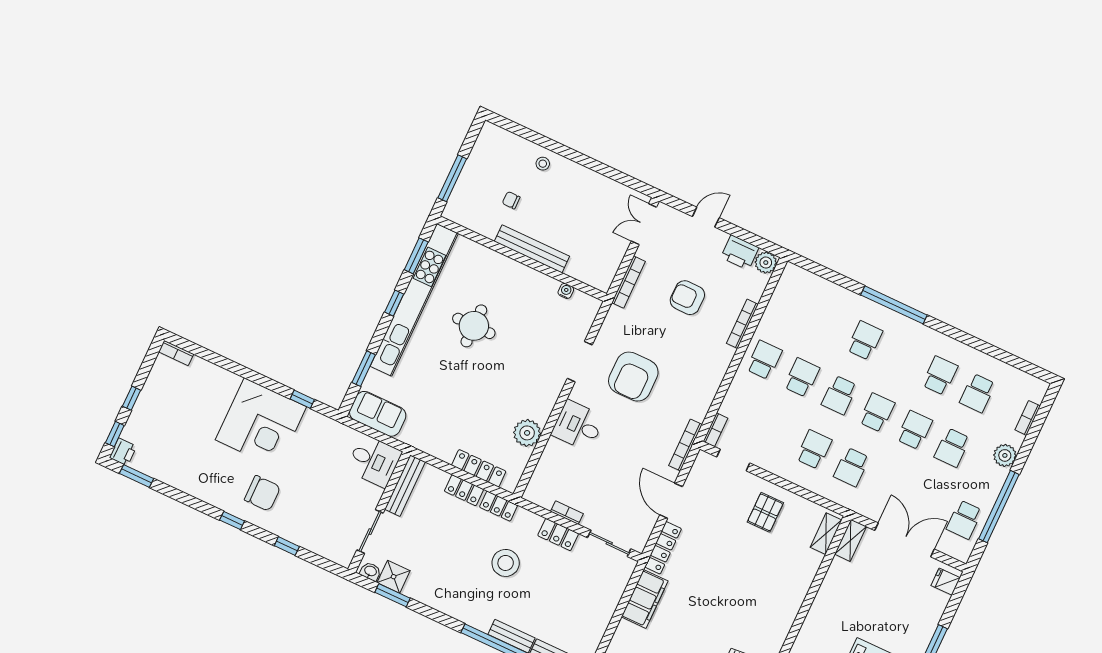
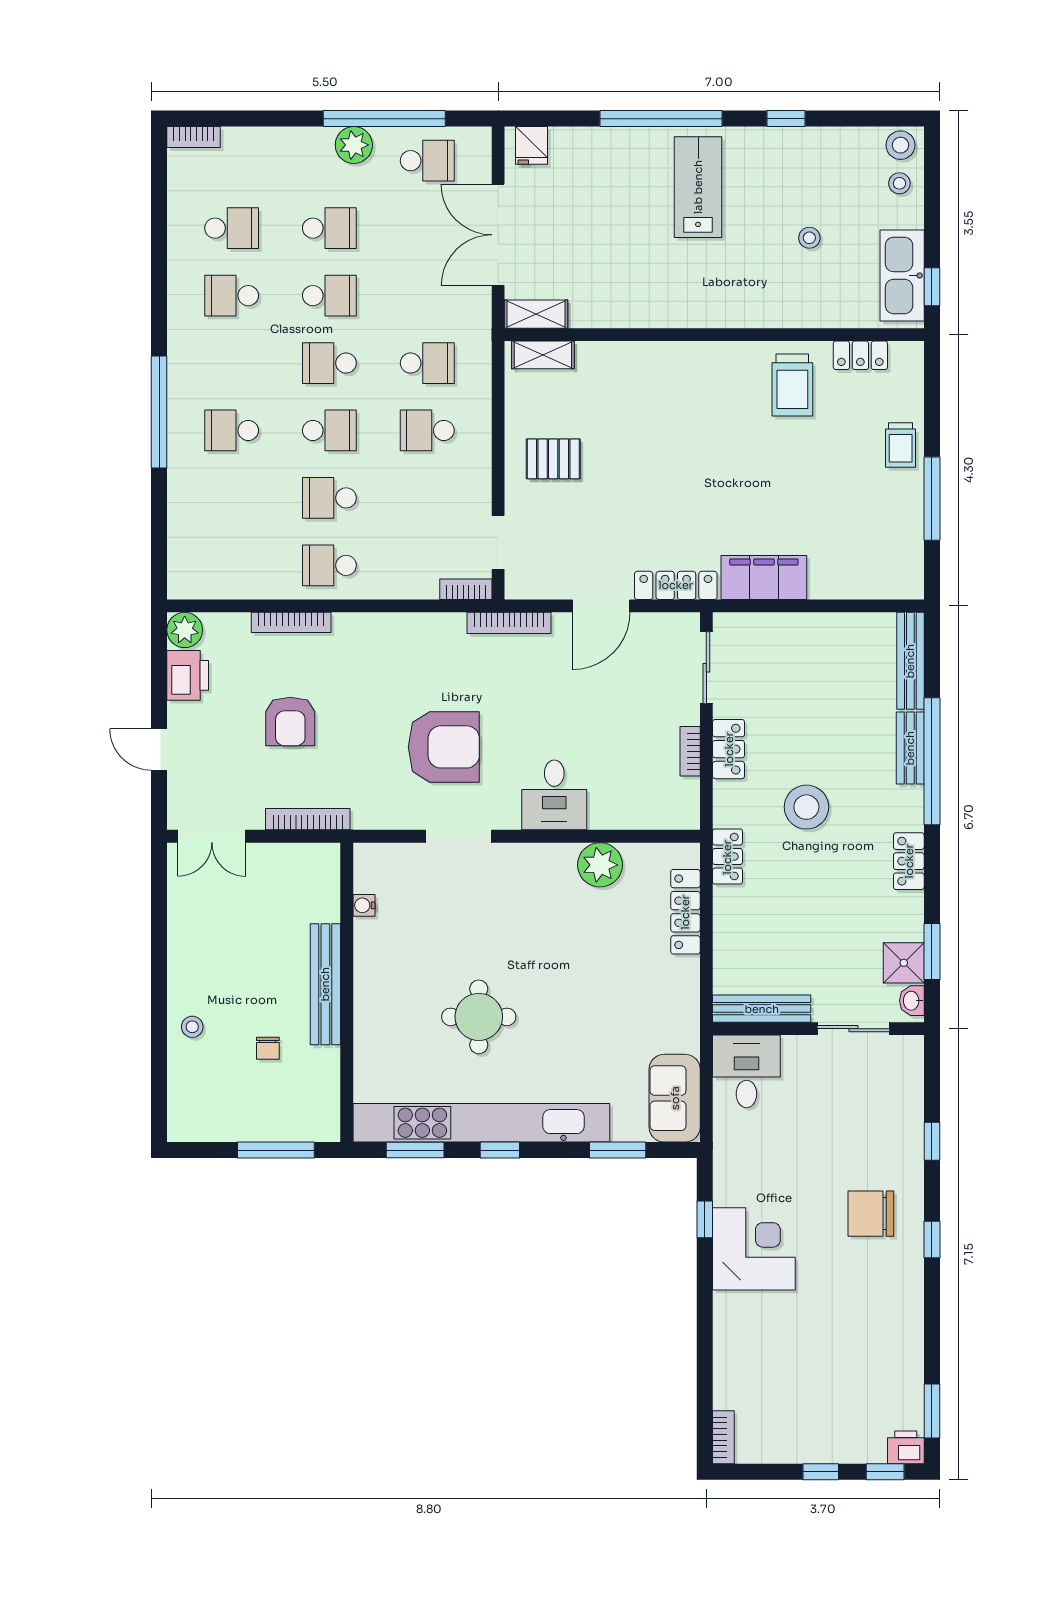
bookcase: (1028, 418) -> (194, 137), moved
corner desk: (261, 423) -> (754, 1249), width x0.74, depth x0.74
school desk: (915, 430) -> (329, 296), turned 180
plant: (1005, 455) -> (354, 145), moved
locker: (464, 490) -> (909, 861), moved, turned 180
chair: (262, 493) -> (871, 1214), turned -90

